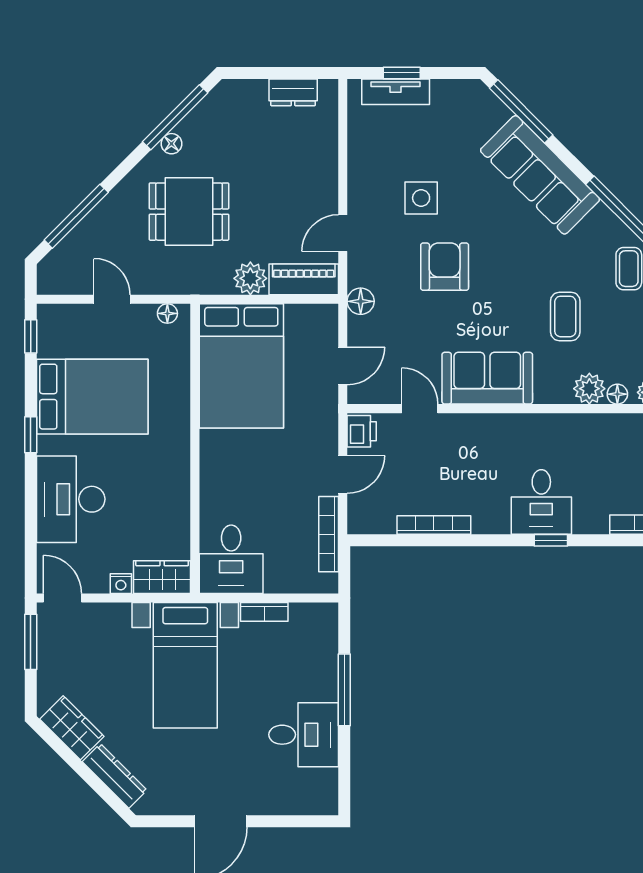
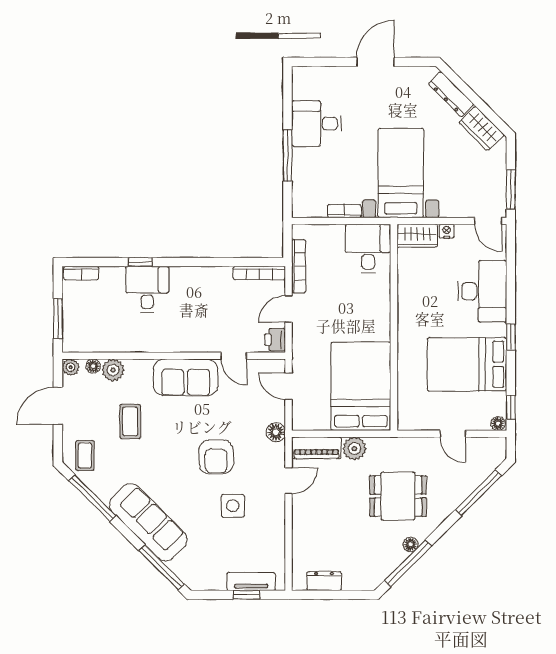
floor lamp: (167, 313) -> (498, 424), moved
door: (343, 366) -> (289, 386), hinge flipped
bookcase: (434, 525) -> (259, 273), moved

